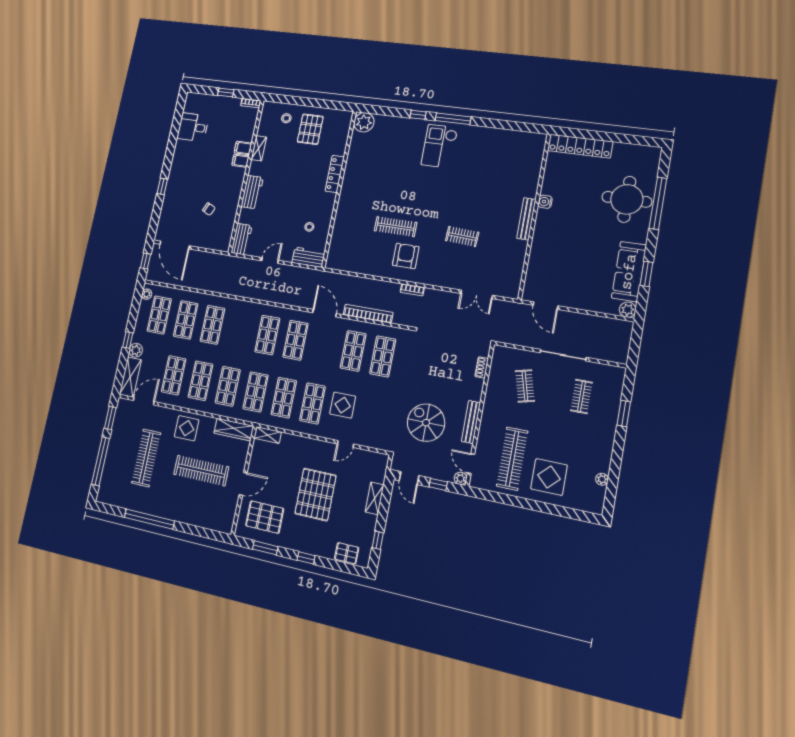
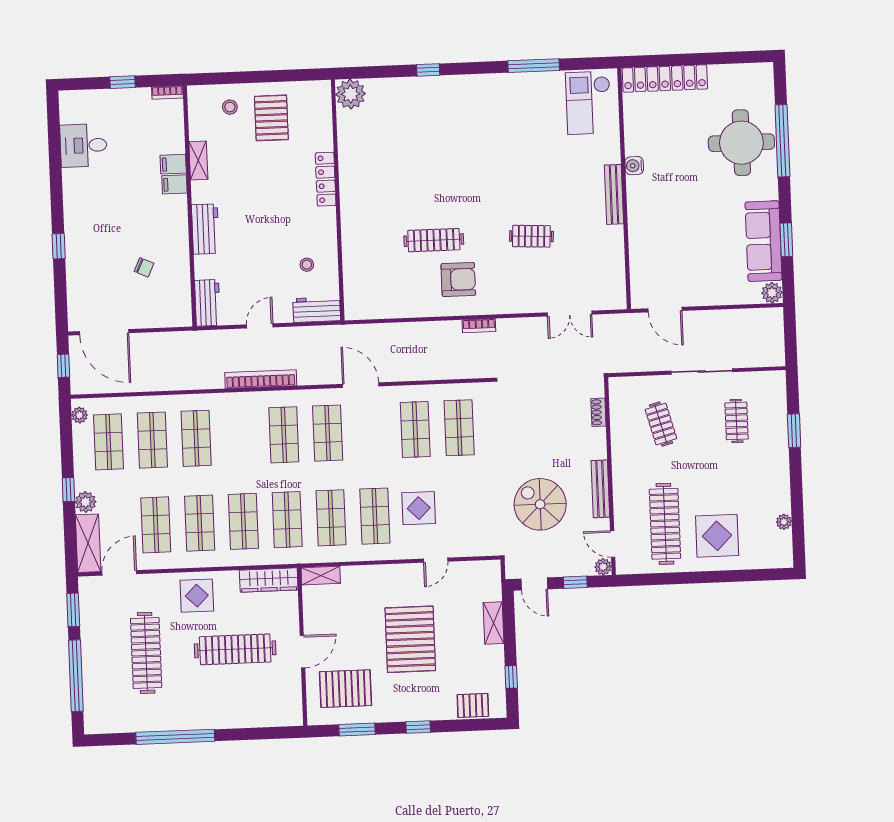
window: (453, 119) -> (534, 66), moved
checkout: (439, 146) -> (588, 103), moved
armchair: (406, 256) -> (458, 279), turned 90
bookcase: (368, 314) -> (261, 379), moved

